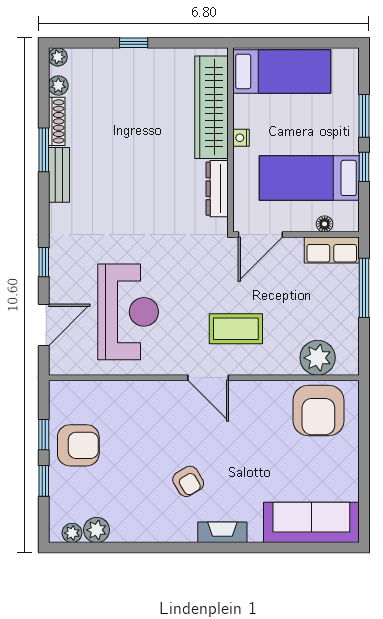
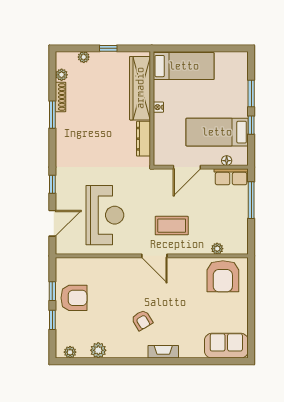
plant: (58, 57) -> (84, 57), moved
bed: (282, 71) -> (184, 66), moved
wardrobe: (212, 107) -> (140, 88), moved
nightstand: (241, 138) -> (158, 107), moved
wall: (231, 140) -> (152, 108), moved
bench: (59, 175) -> (62, 130), removed
dresser: (217, 189) -> (143, 139), moved
plant: (318, 358) -> (217, 249), width x0.53, depth x0.53
sofa: (311, 522) -> (226, 346), width x0.73
plant: (97, 530) -> (98, 350), moved

